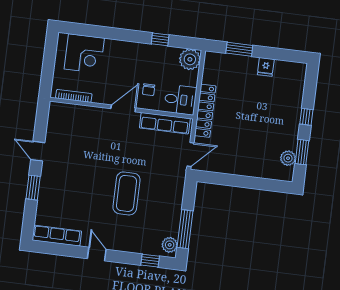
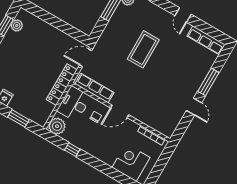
desk: (180, 100) -> (74, 104), width x1.37
window: (33, 188) -> (208, 82), width x1.44

